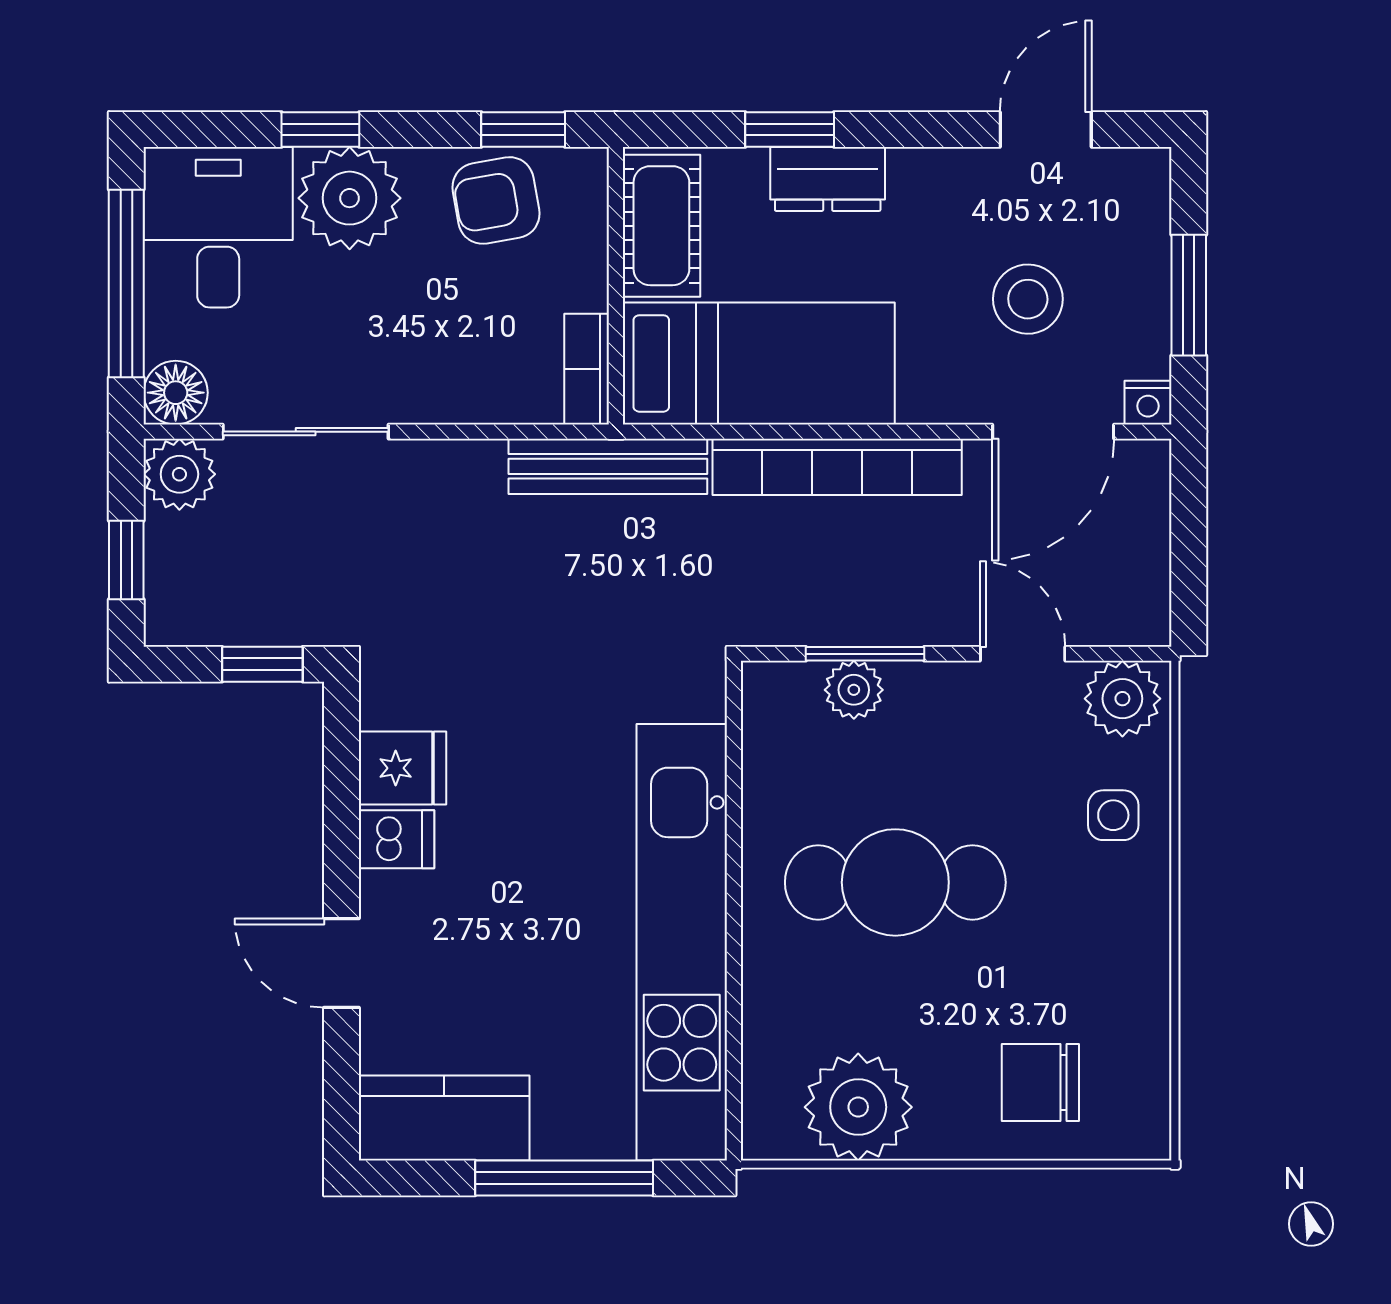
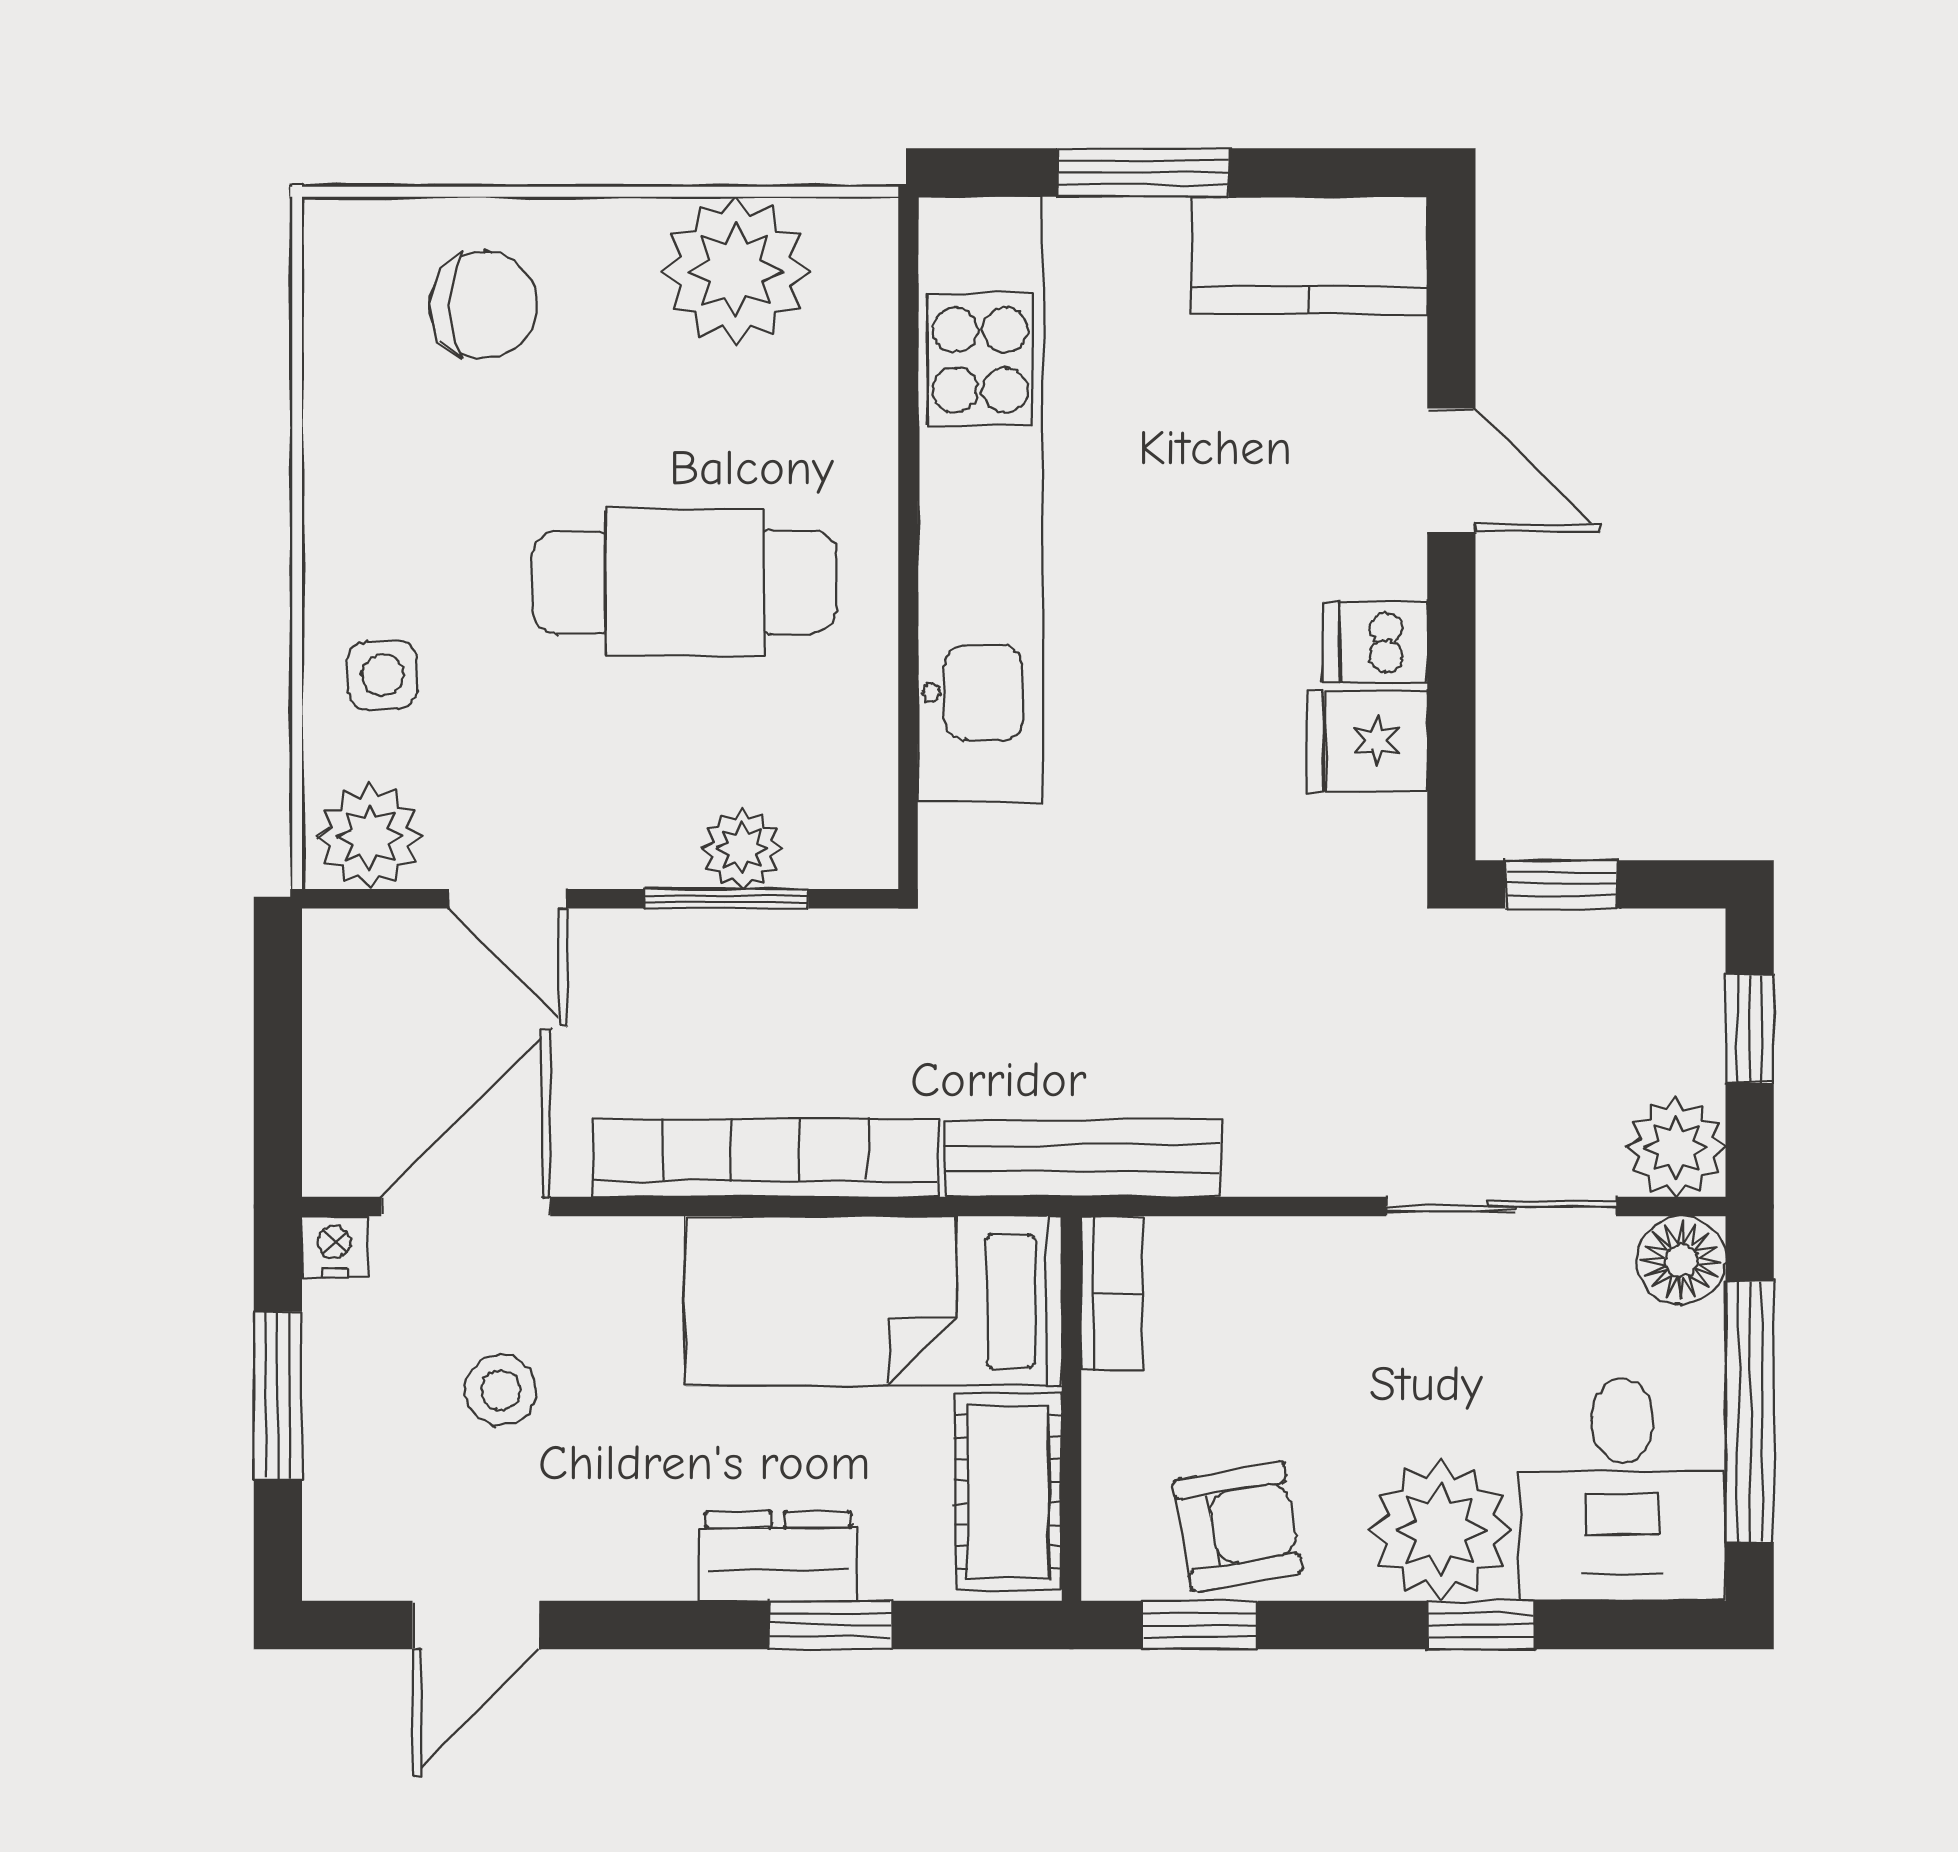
stool: (1028, 299) -> (501, 1390), width x0.73, depth x0.73
window: (564, 1178) -> (1143, 173), width x0.69

